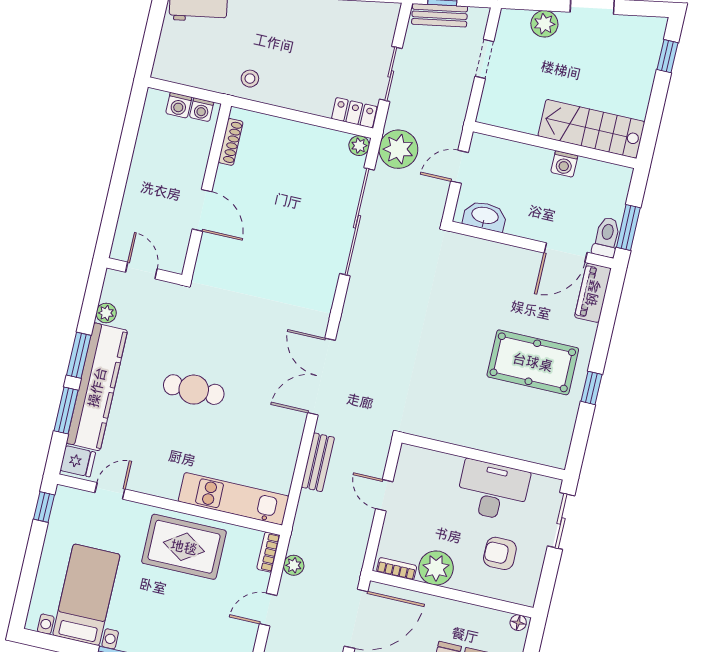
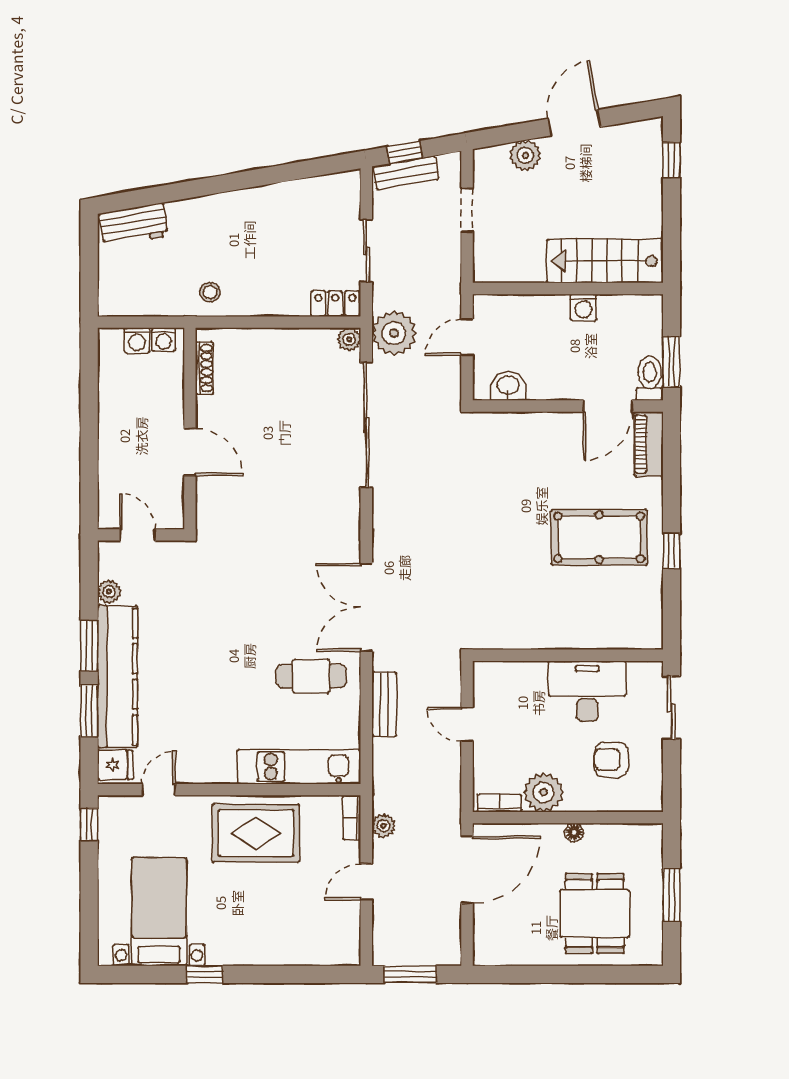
washbasin: (485, 216) -> (508, 386), width x0.72
cafe table: (194, 390) -> (311, 676), moved
floor lamp: (518, 623) -> (574, 832), moved

